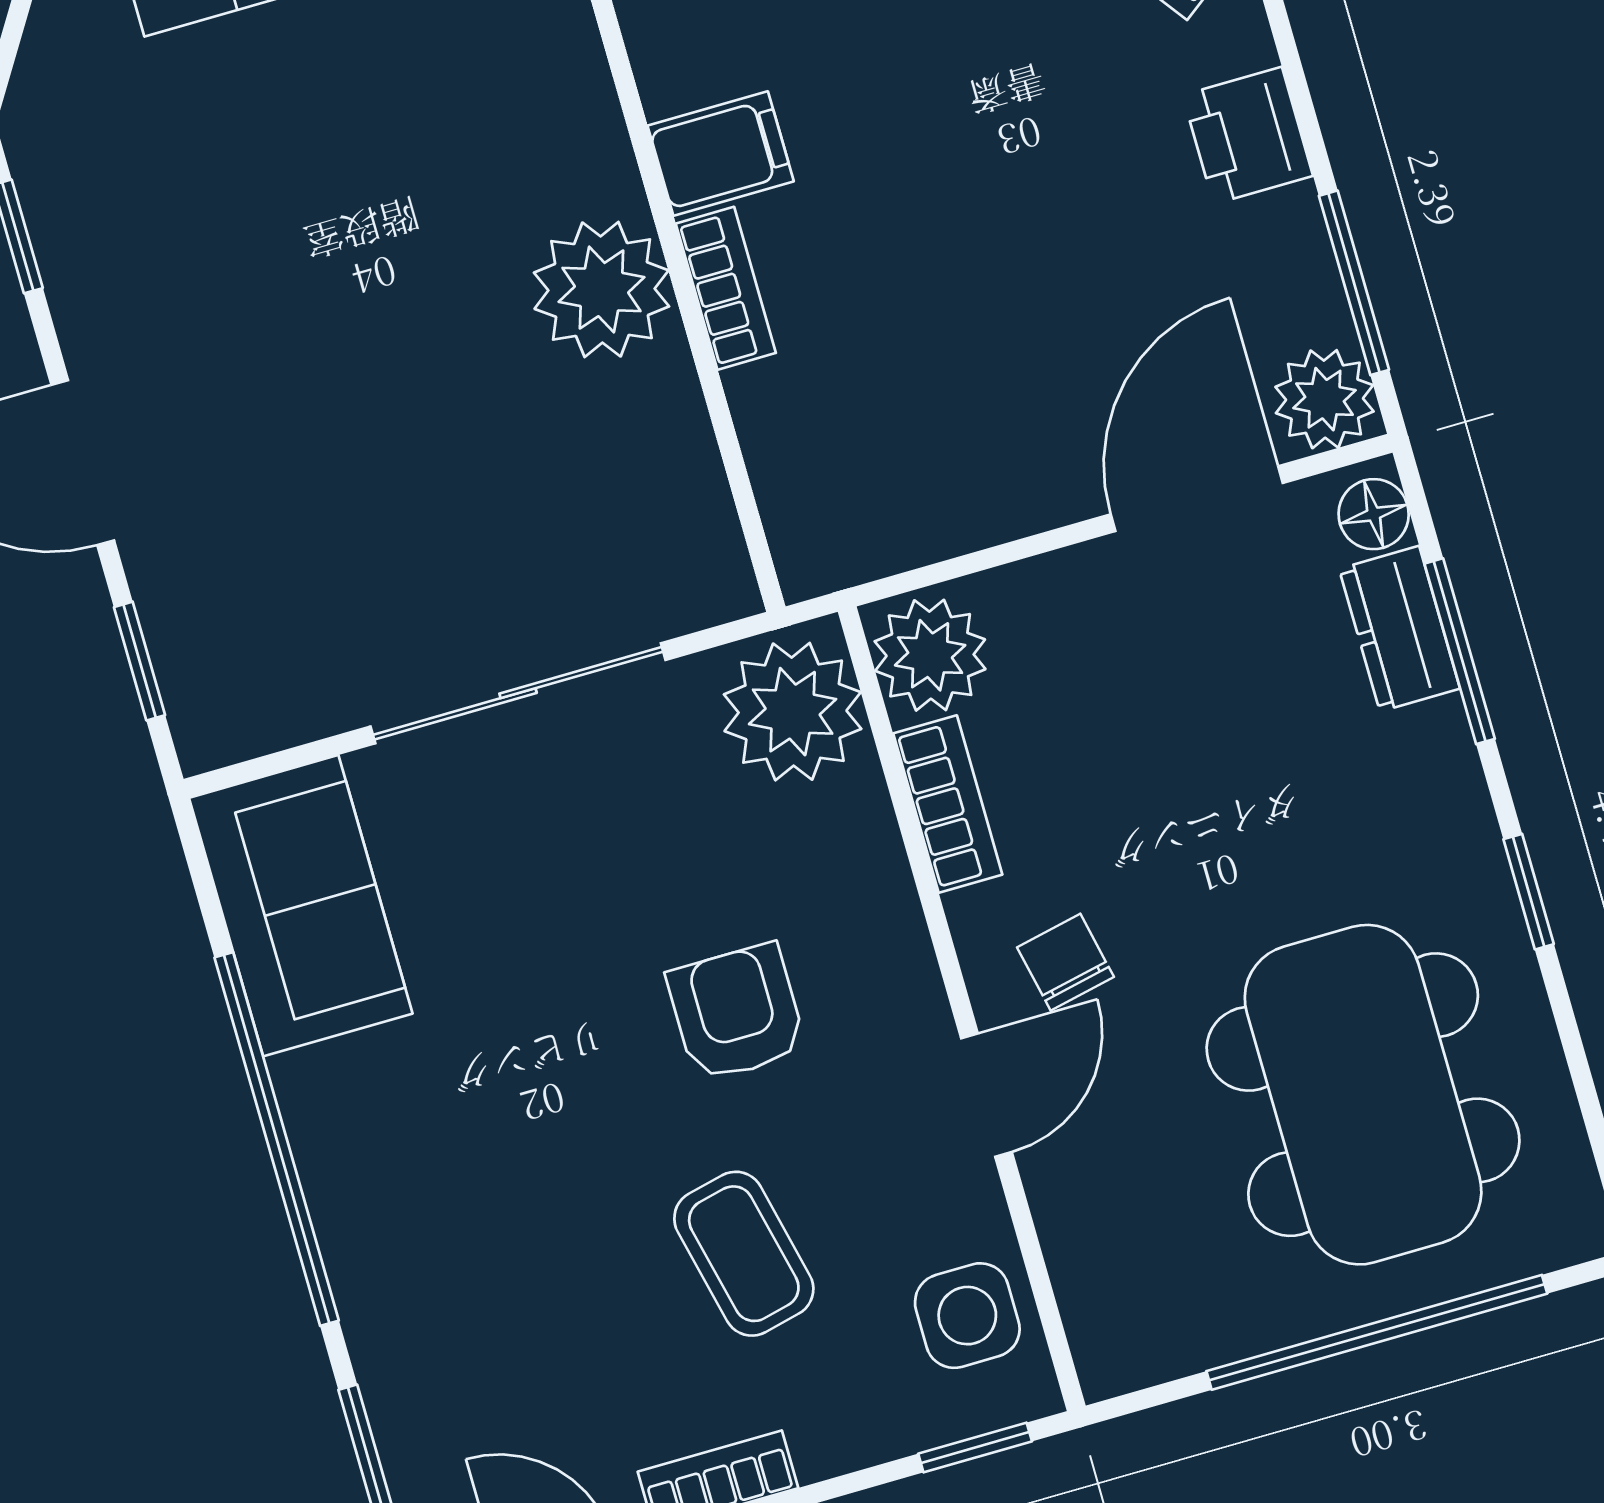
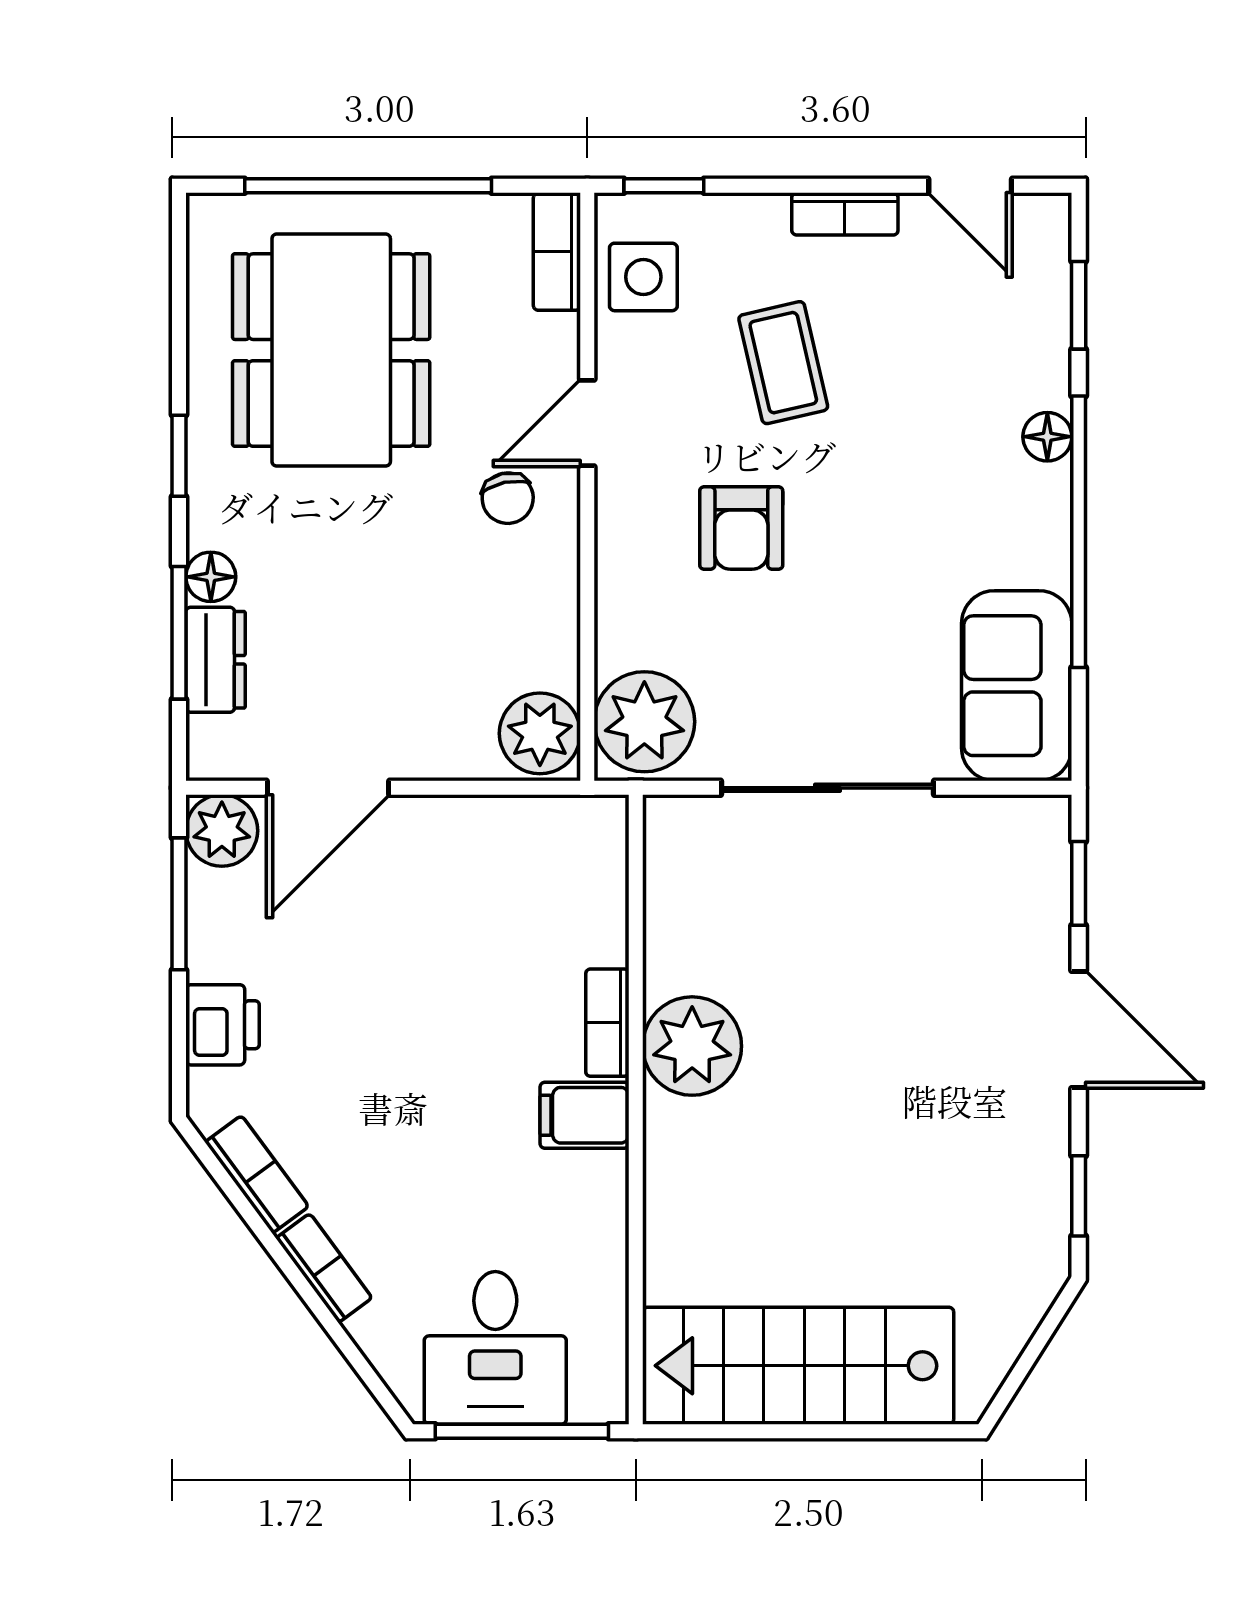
floor lamp: (1374, 514) -> (211, 577), moved
bookcase: (948, 804) -> (557, 252), moved
floor lamp: (356, 1256) -> (1047, 437), added

